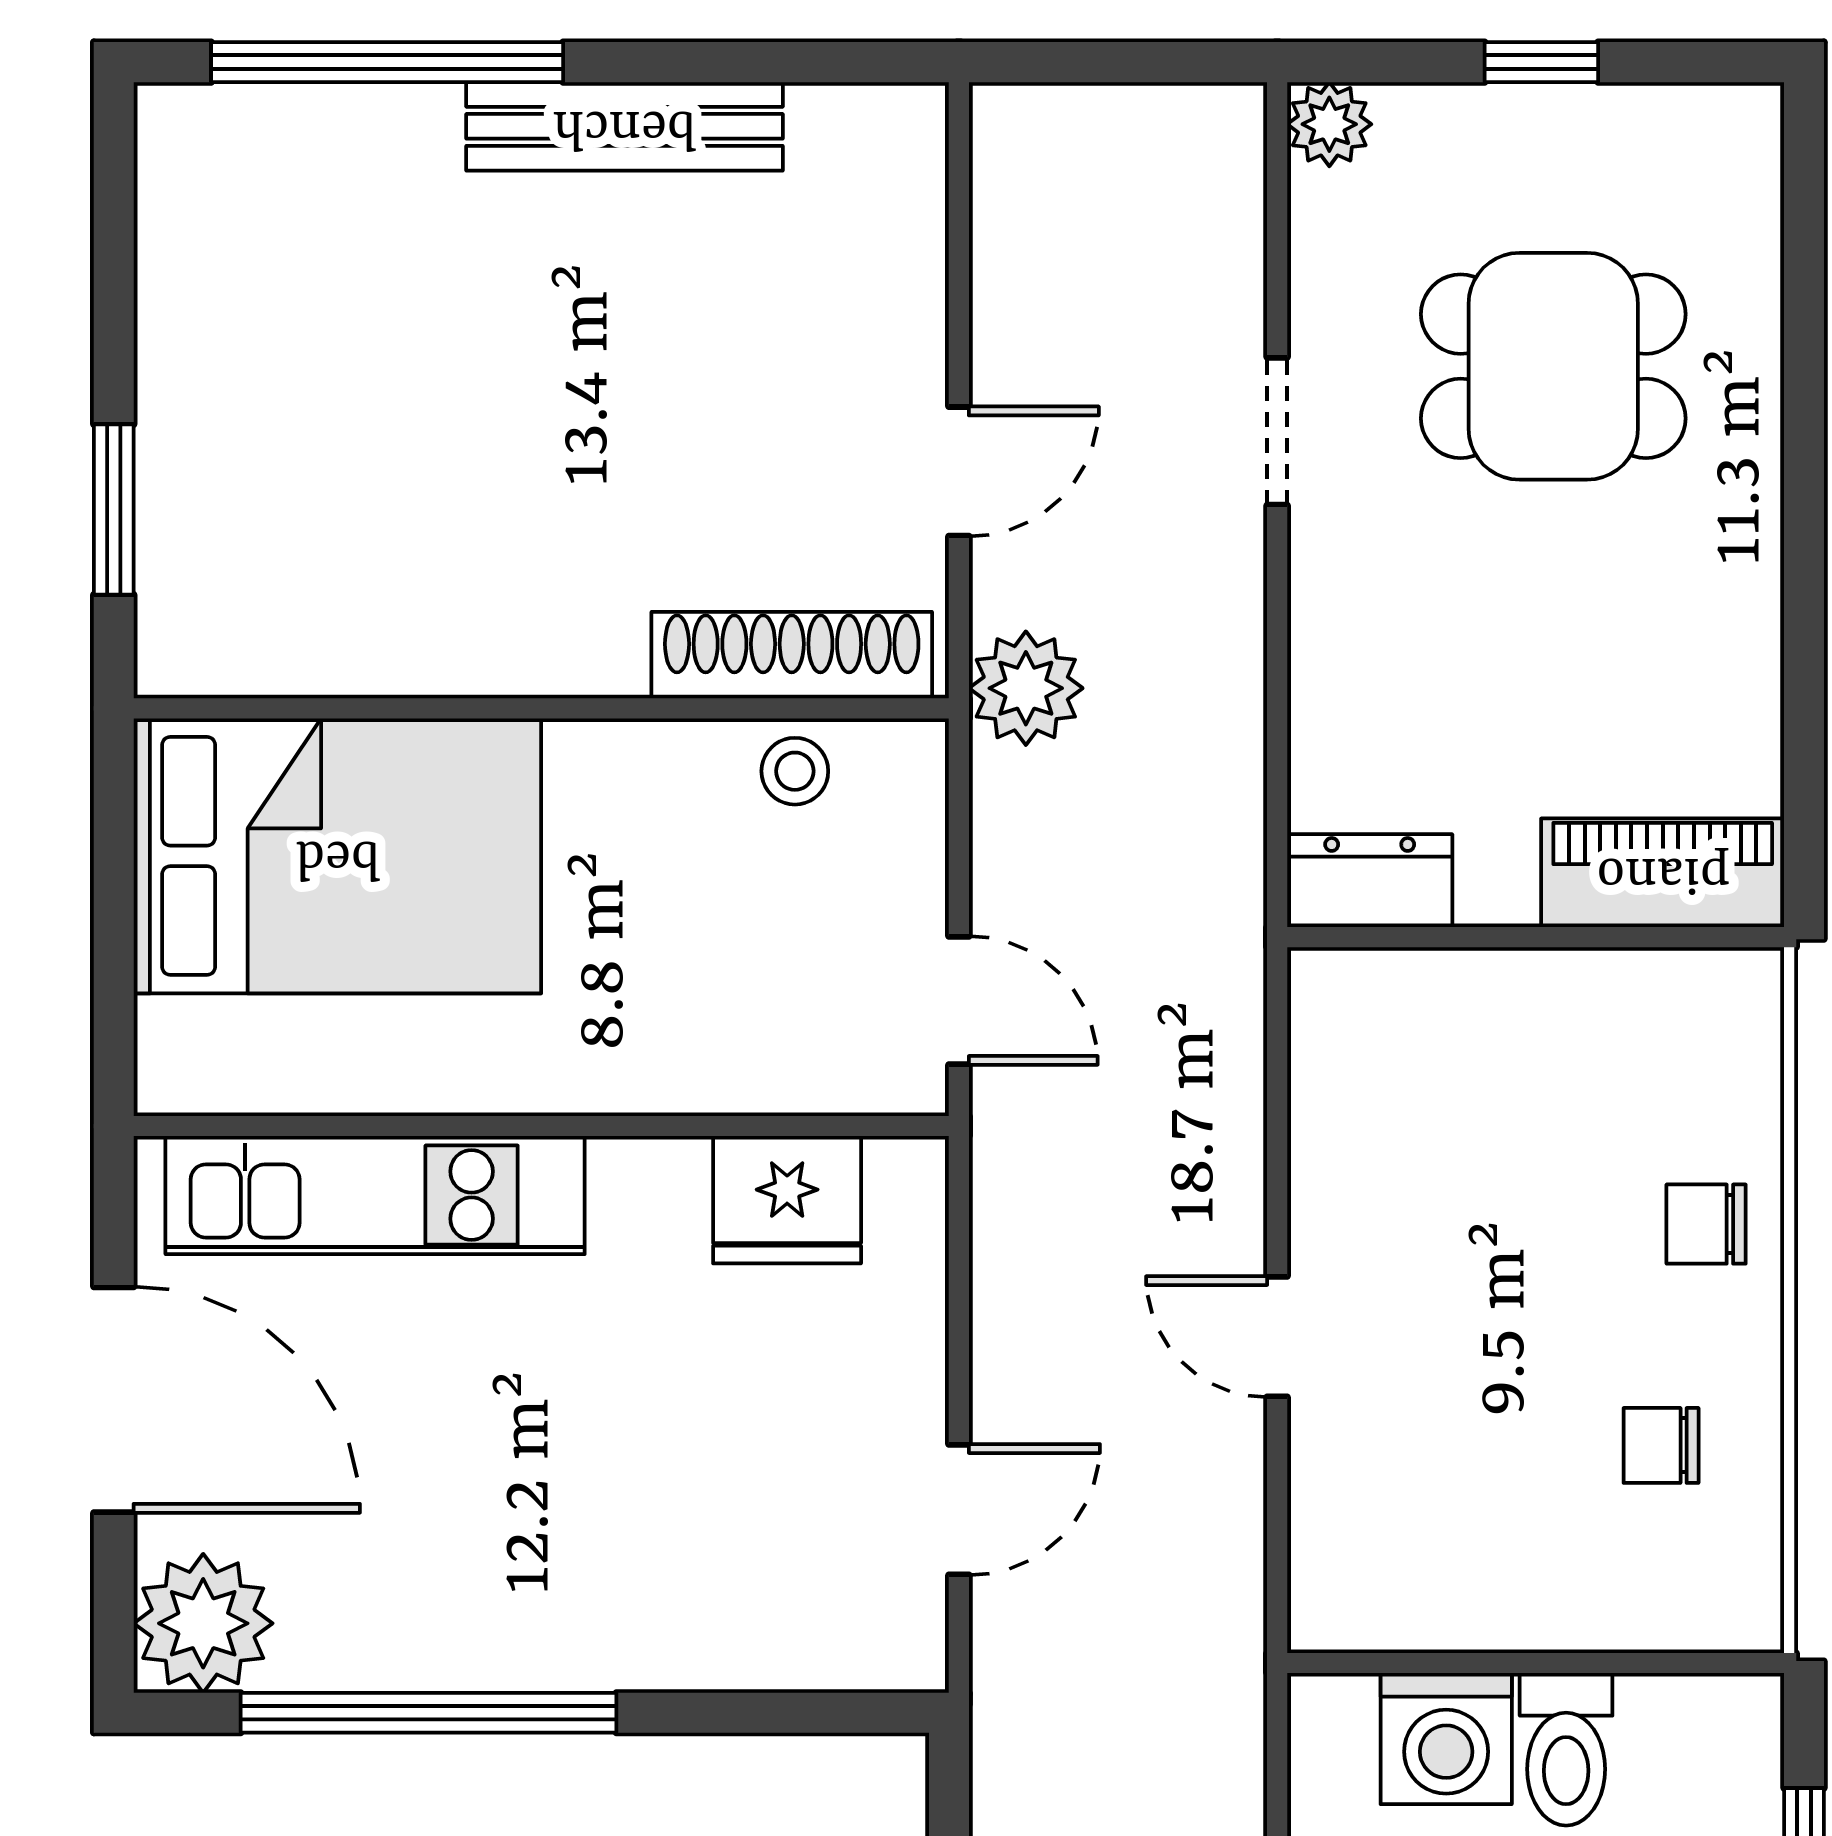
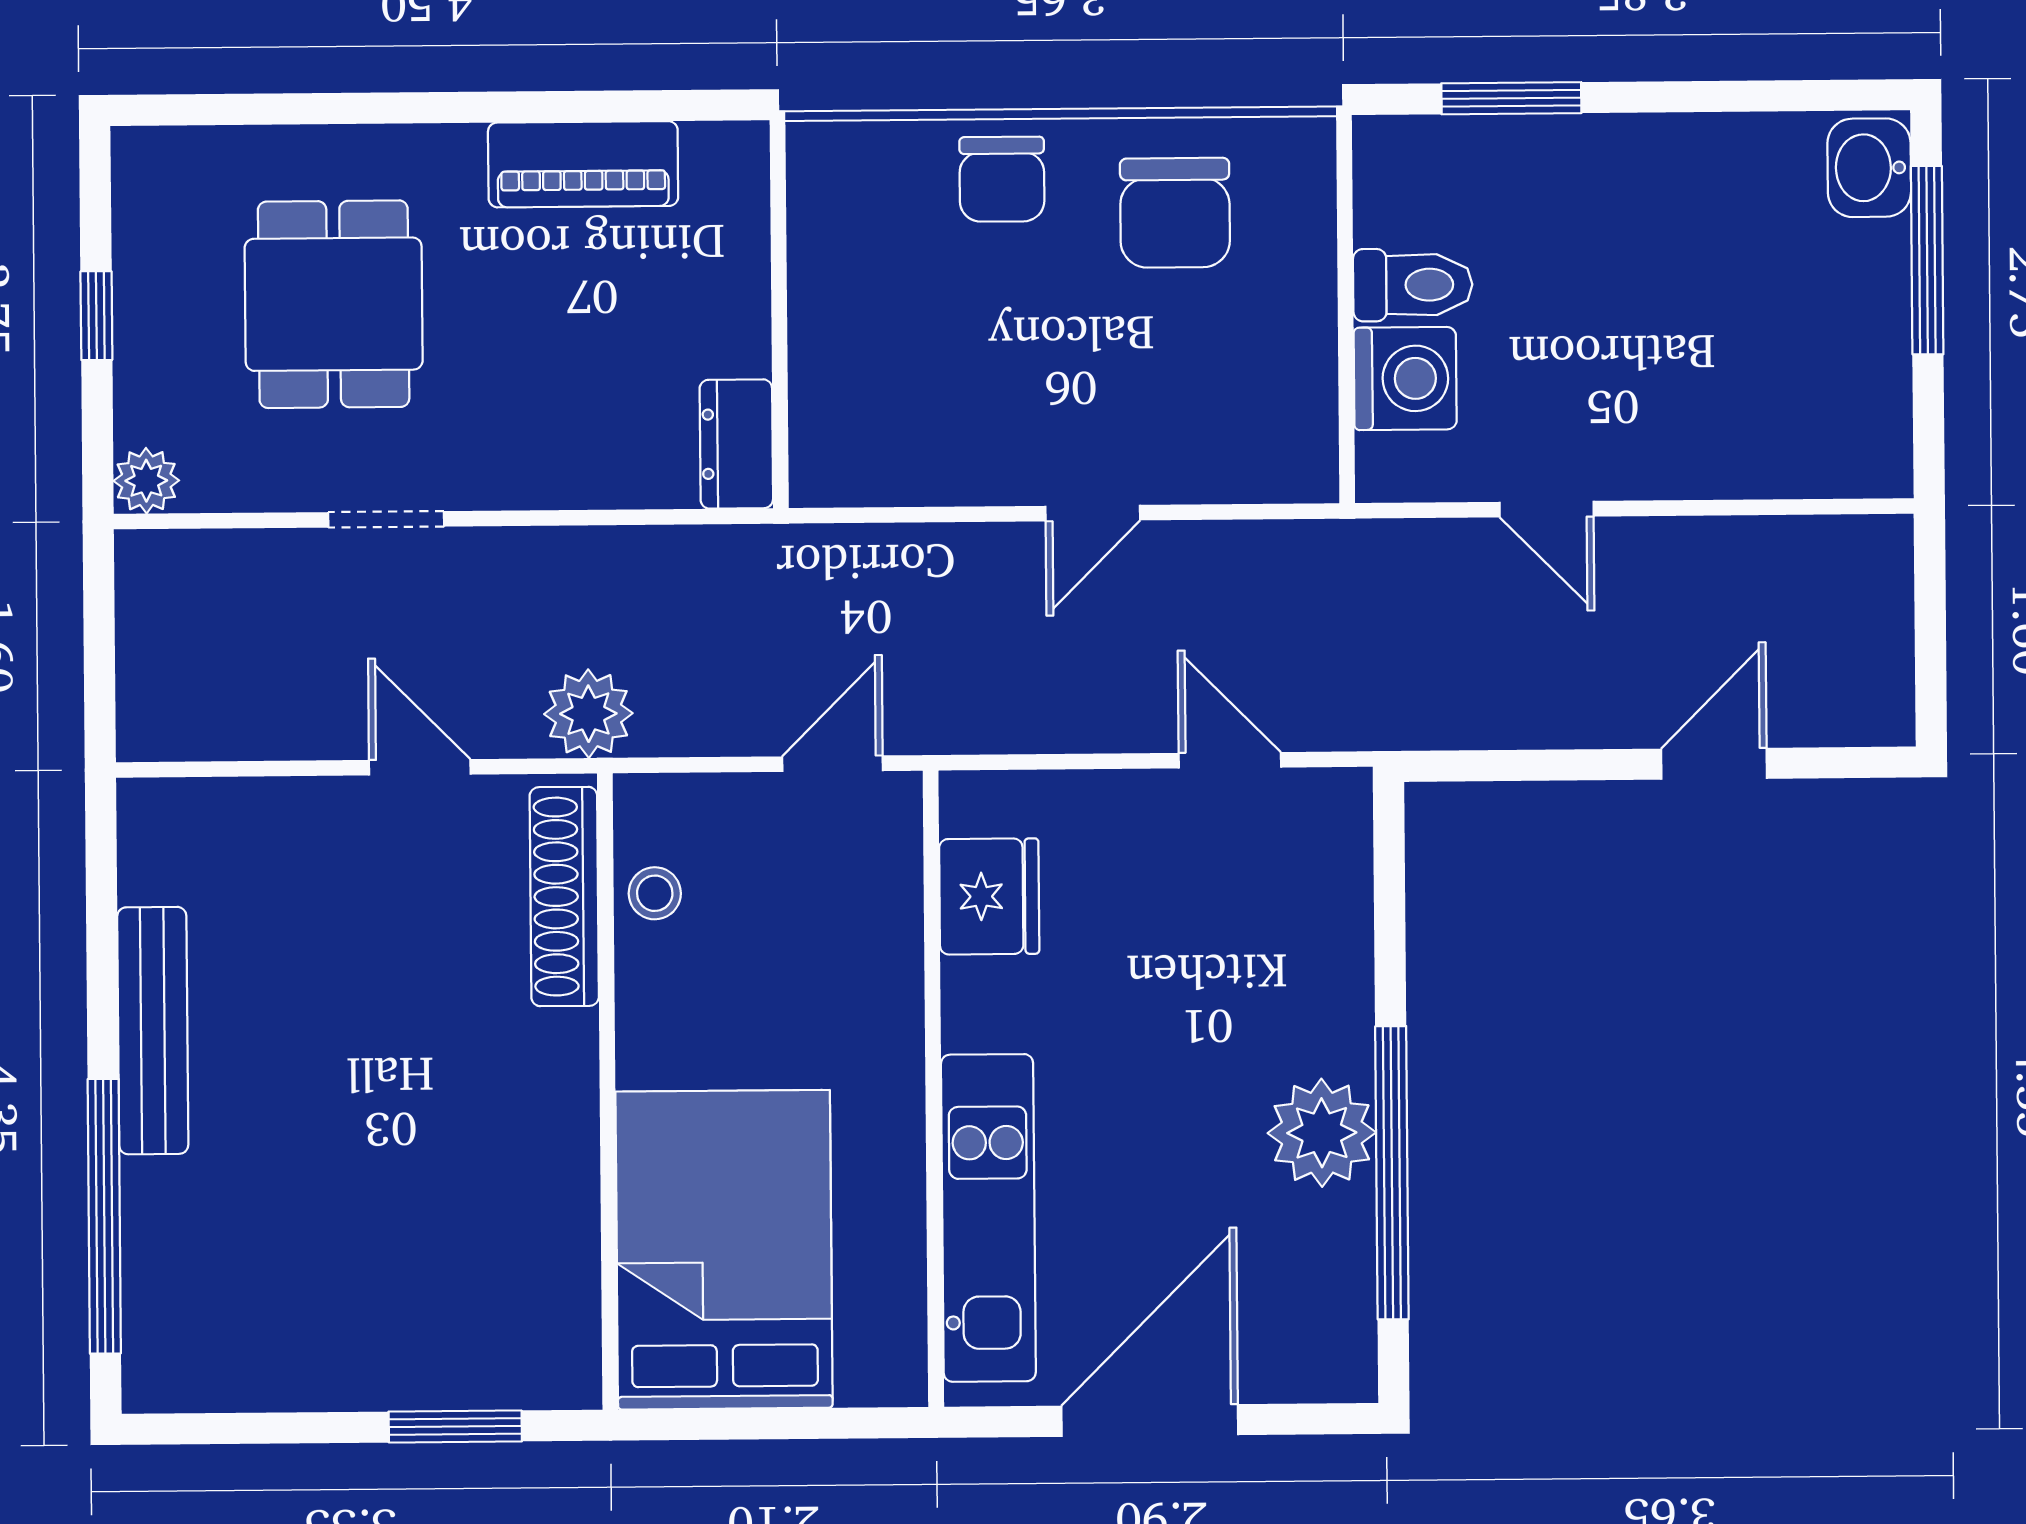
piano: (1663, 873) -> (583, 164), moved, turned -90
chair: (1706, 1224) -> (1002, 179), width x1.37, depth x1.37
chair: (1661, 1445) -> (1175, 213), width x1.87, depth x1.87
plant: (203, 1623) -> (1322, 1133), moved

